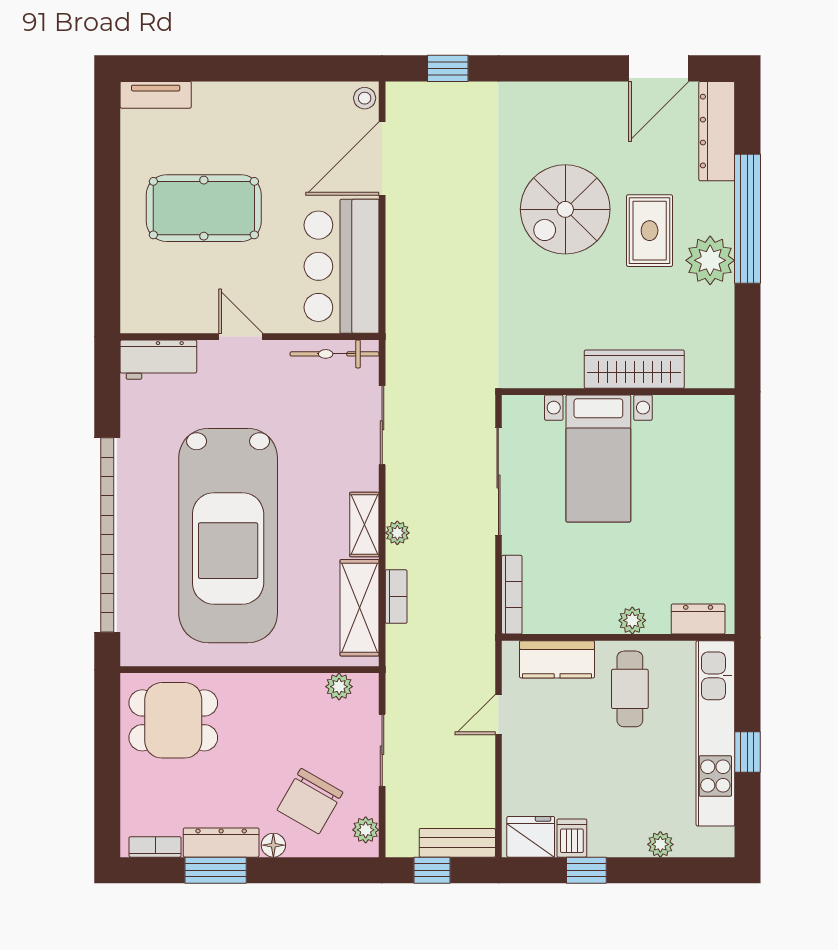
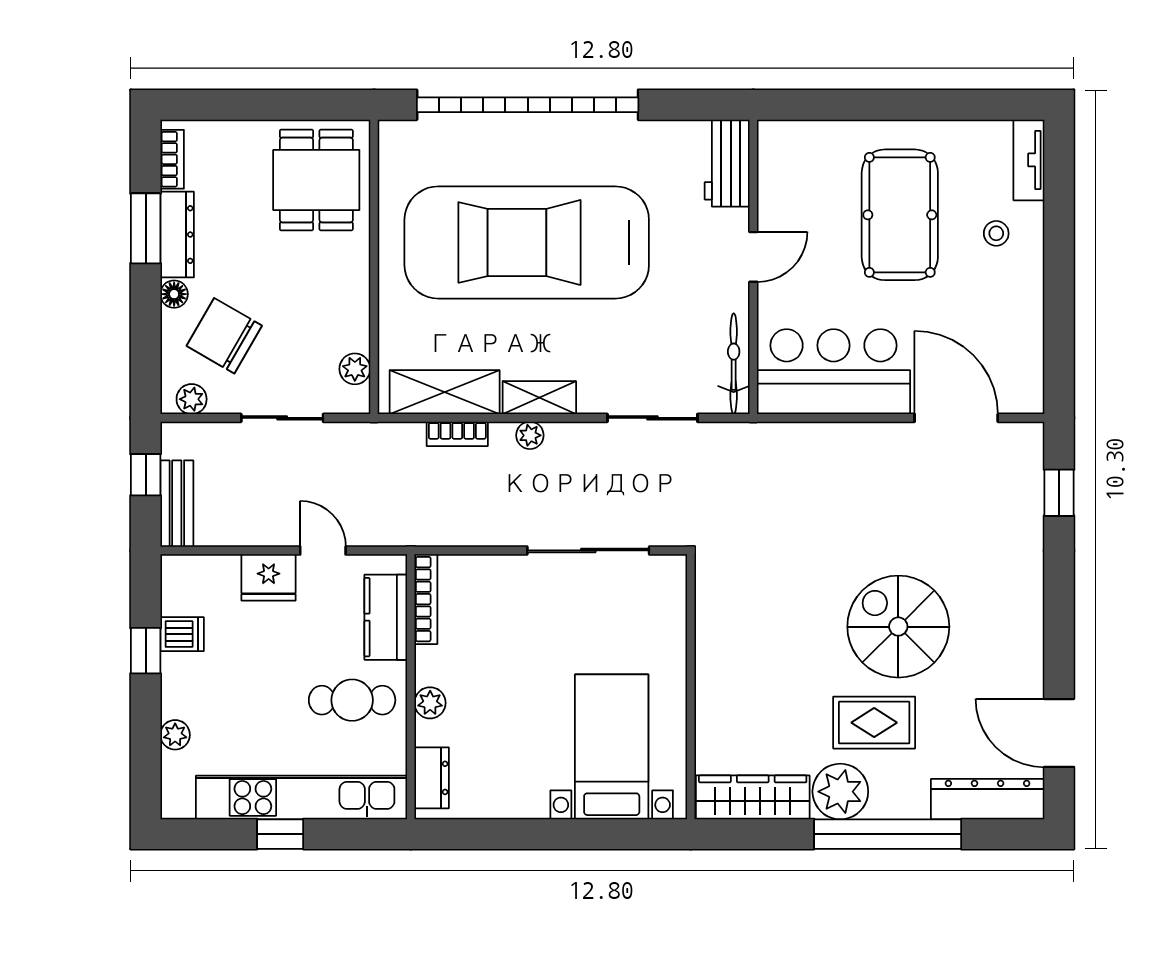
stool: (365, 98) -> (996, 233), moved
wardrobe: (634, 369) -> (753, 797), moved, turned -90
bed with nightstands: (598, 459) -> (612, 747), moved, turned 90
bookcase: (512, 595) -> (426, 599), moved, turned -90
fridge: (531, 837) -> (269, 577), moved, turned 90

